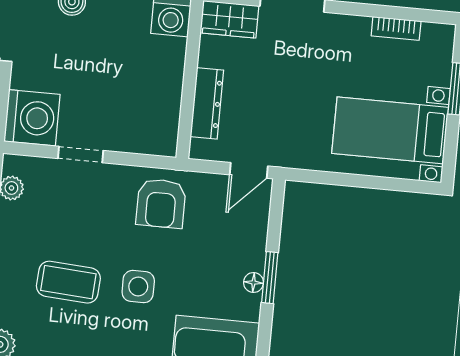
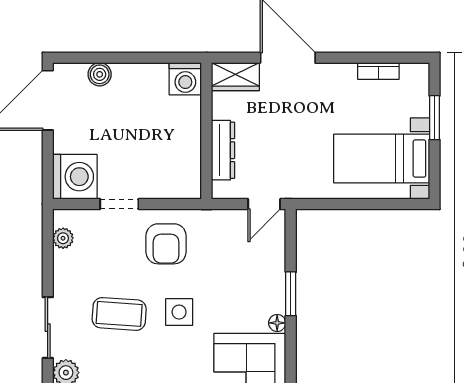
armchair: (161, 203) -> (166, 244), moved
floor lamp: (253, 282) -> (277, 323), moved

